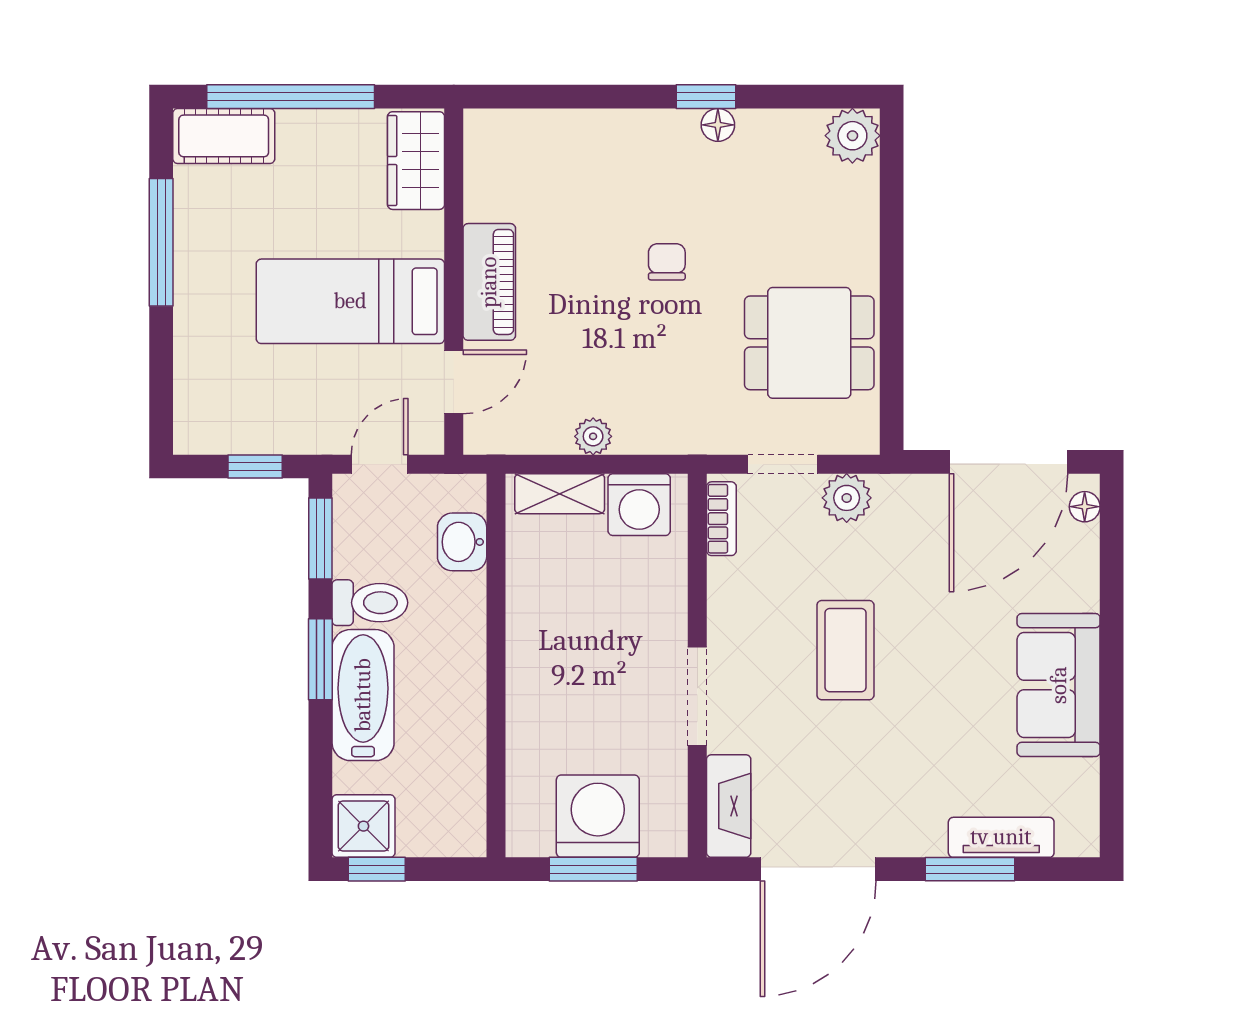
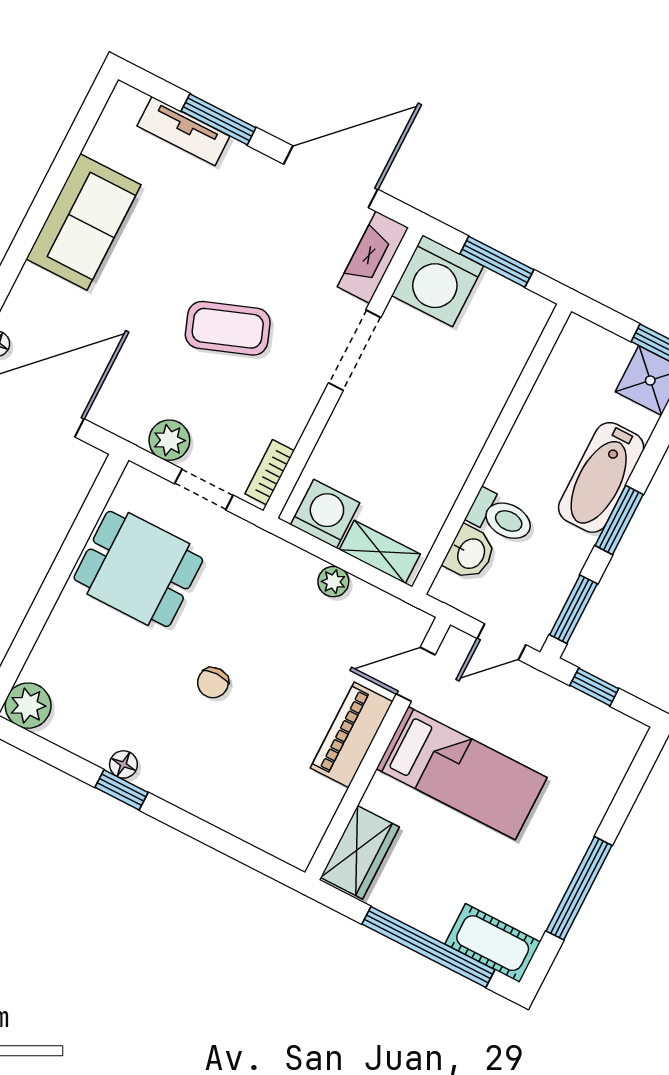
toilet: (370, 603) -> (501, 517), moved, turned 180
coffee table: (845, 650) -> (228, 328), turned 70
washing machine: (598, 816) -> (437, 281), moved

